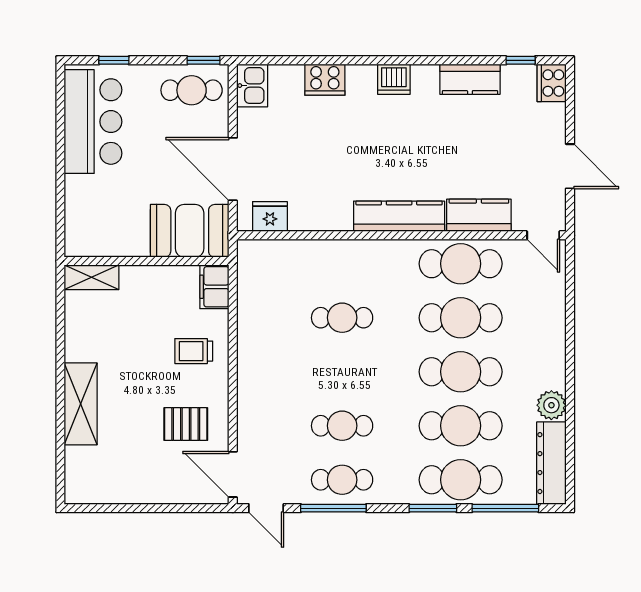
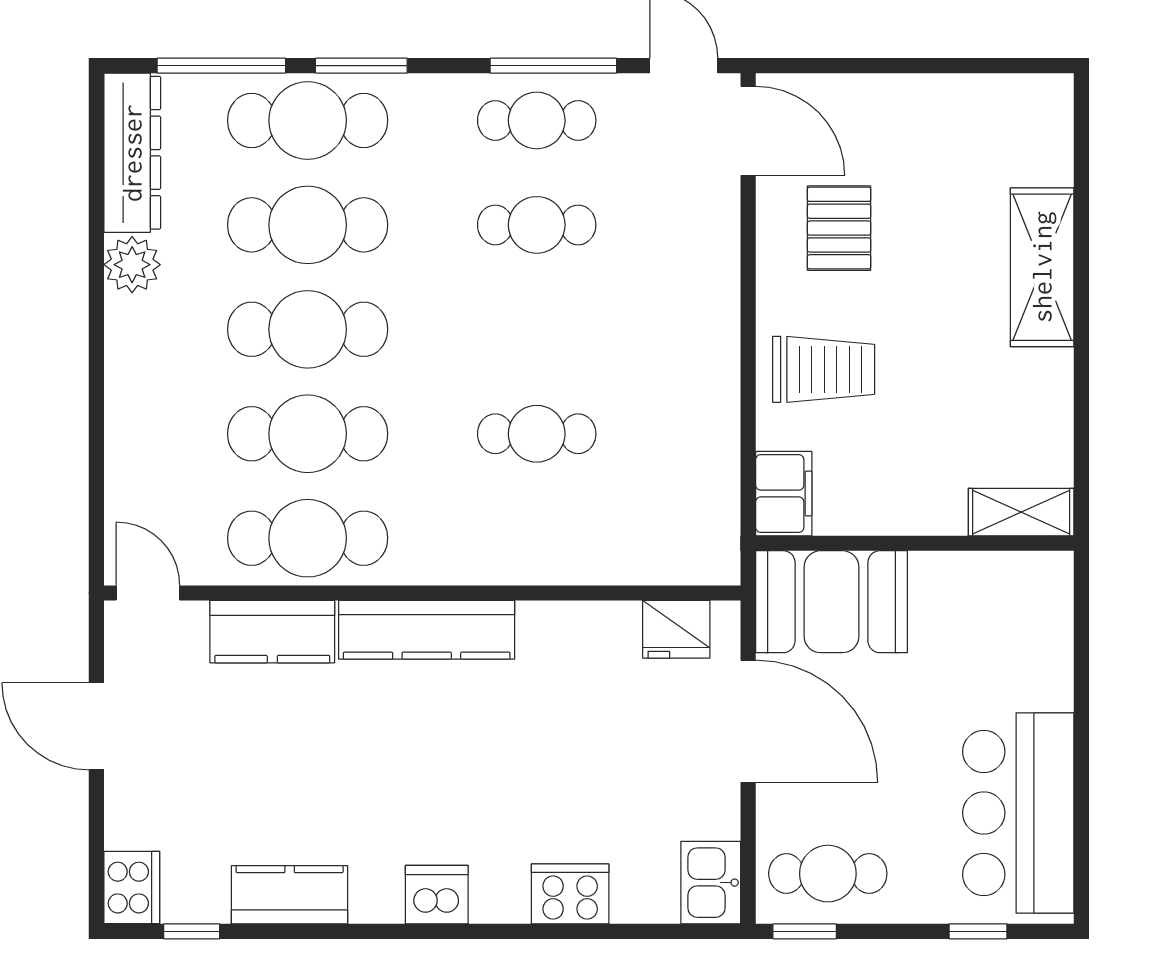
trolley: (194, 351) -> (824, 369), width x1.36, depth x1.39
pallet: (186, 424) -> (839, 228), turned 90

